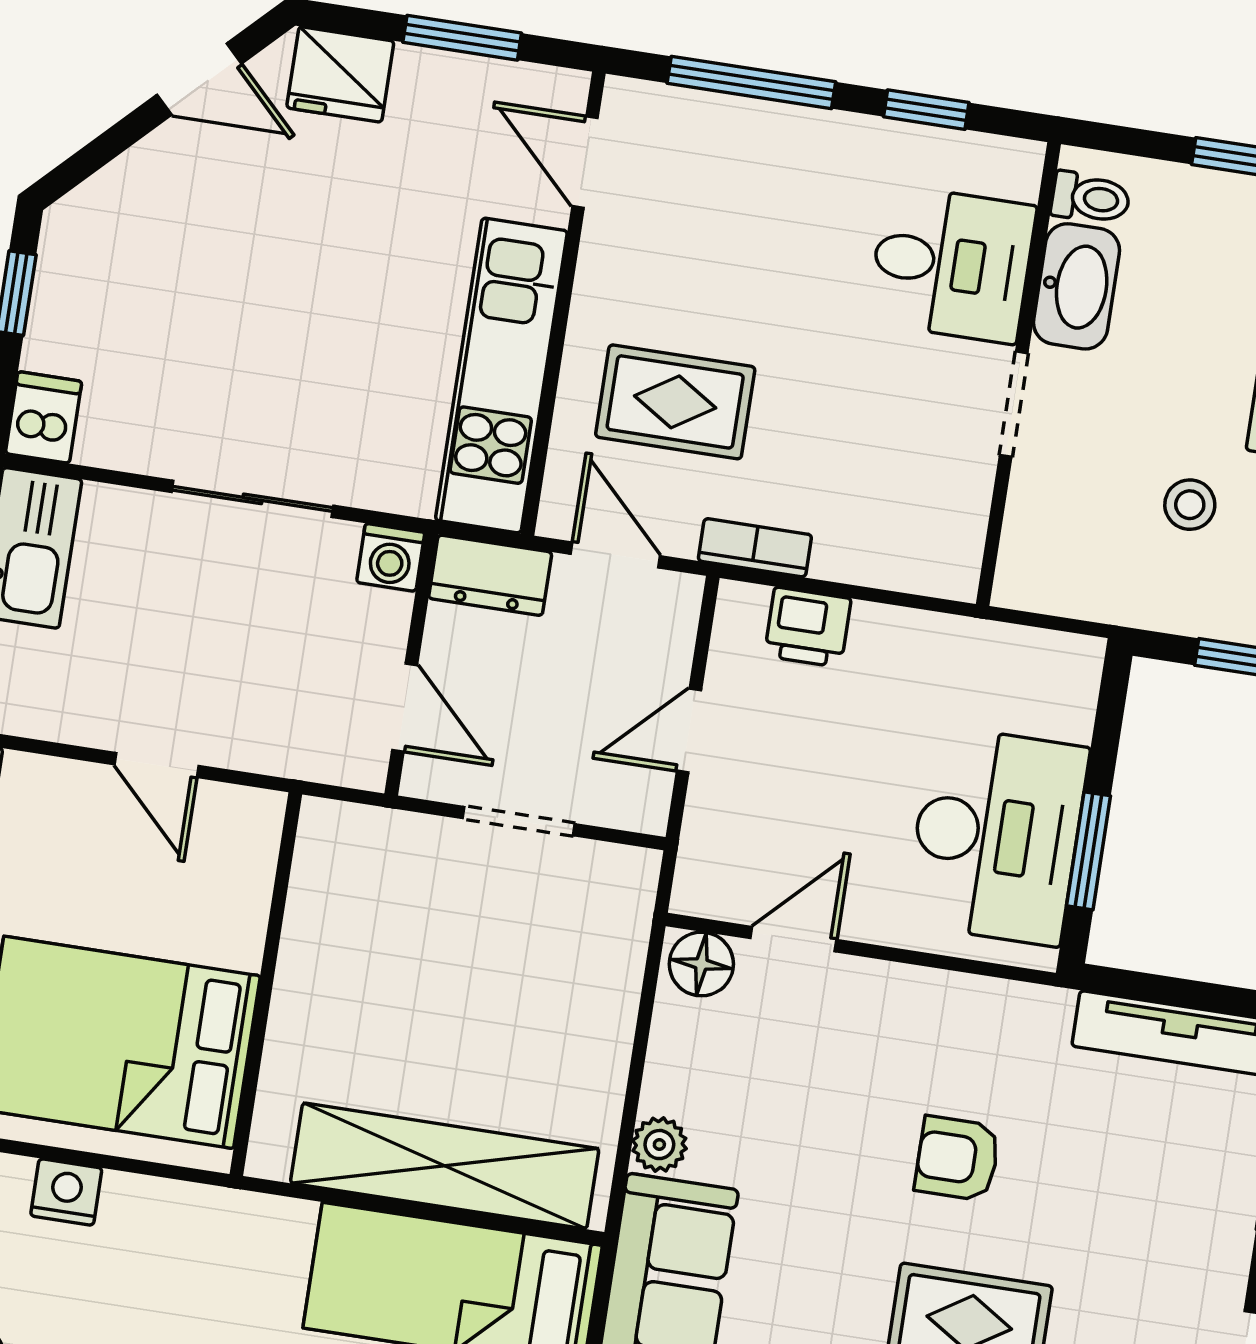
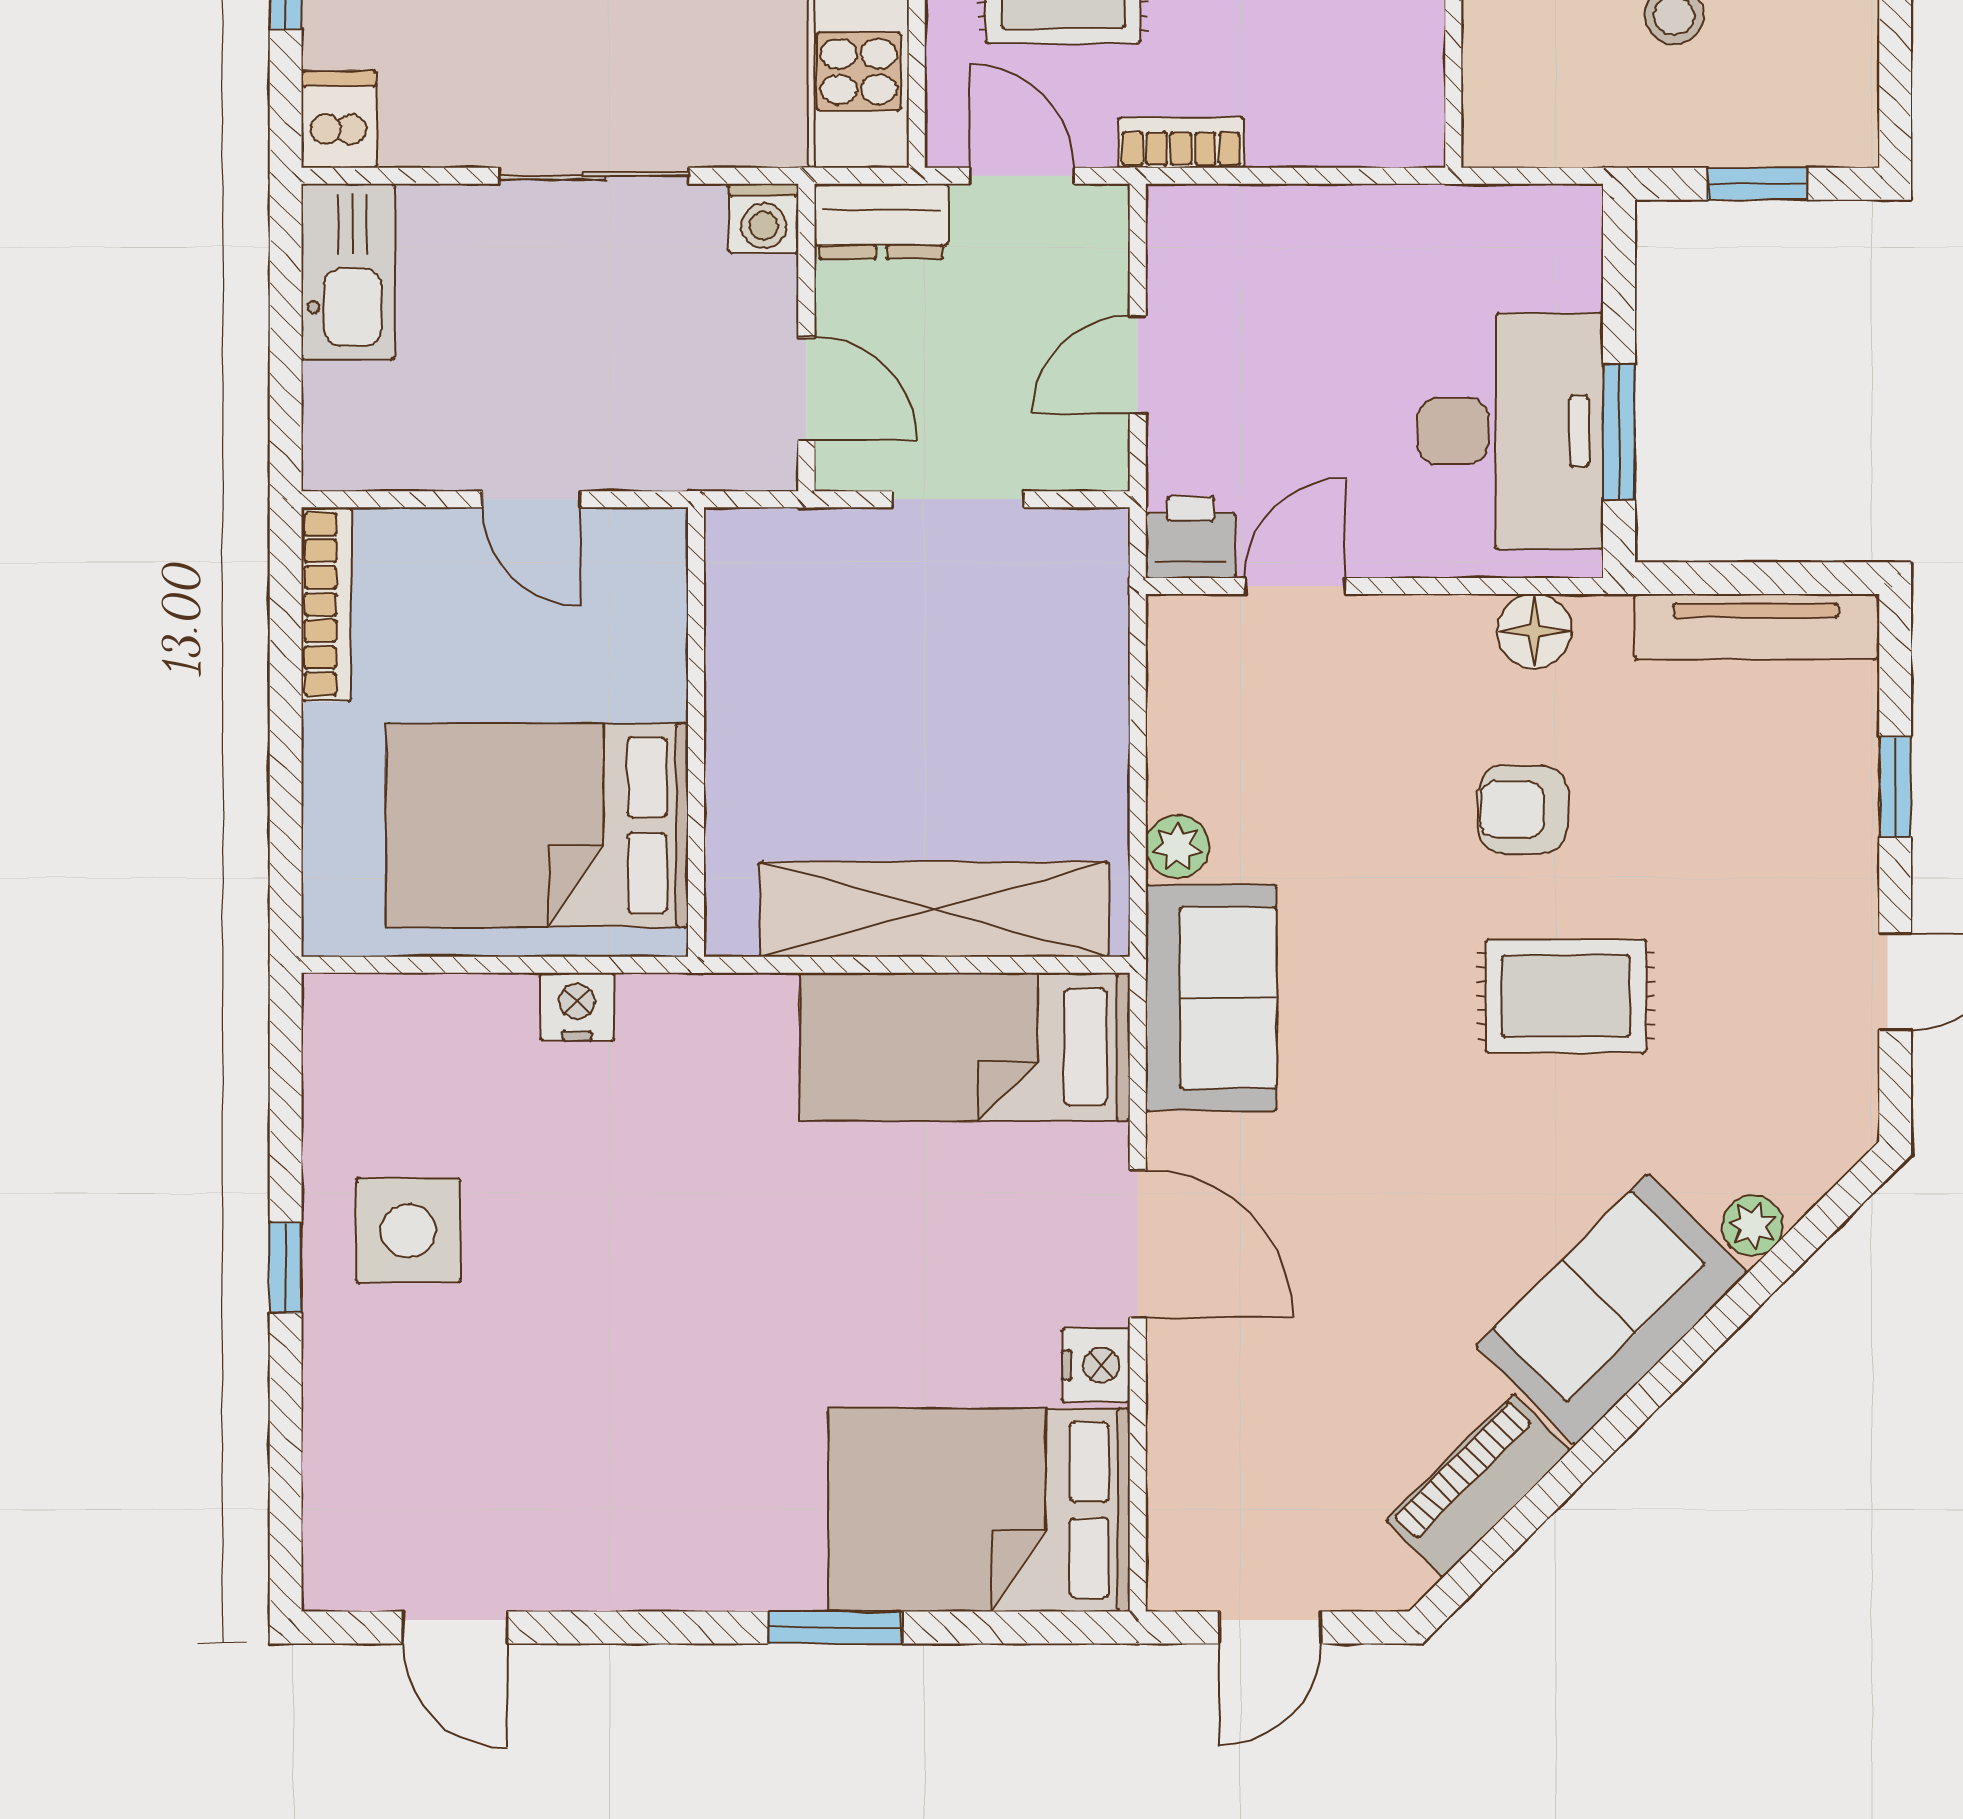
printer: (808, 627) -> (1191, 537), moved, turned 180
floor lamp: (701, 964) -> (1534, 631), moved
nightstand: (66, 1192) -> (577, 1007), moved

